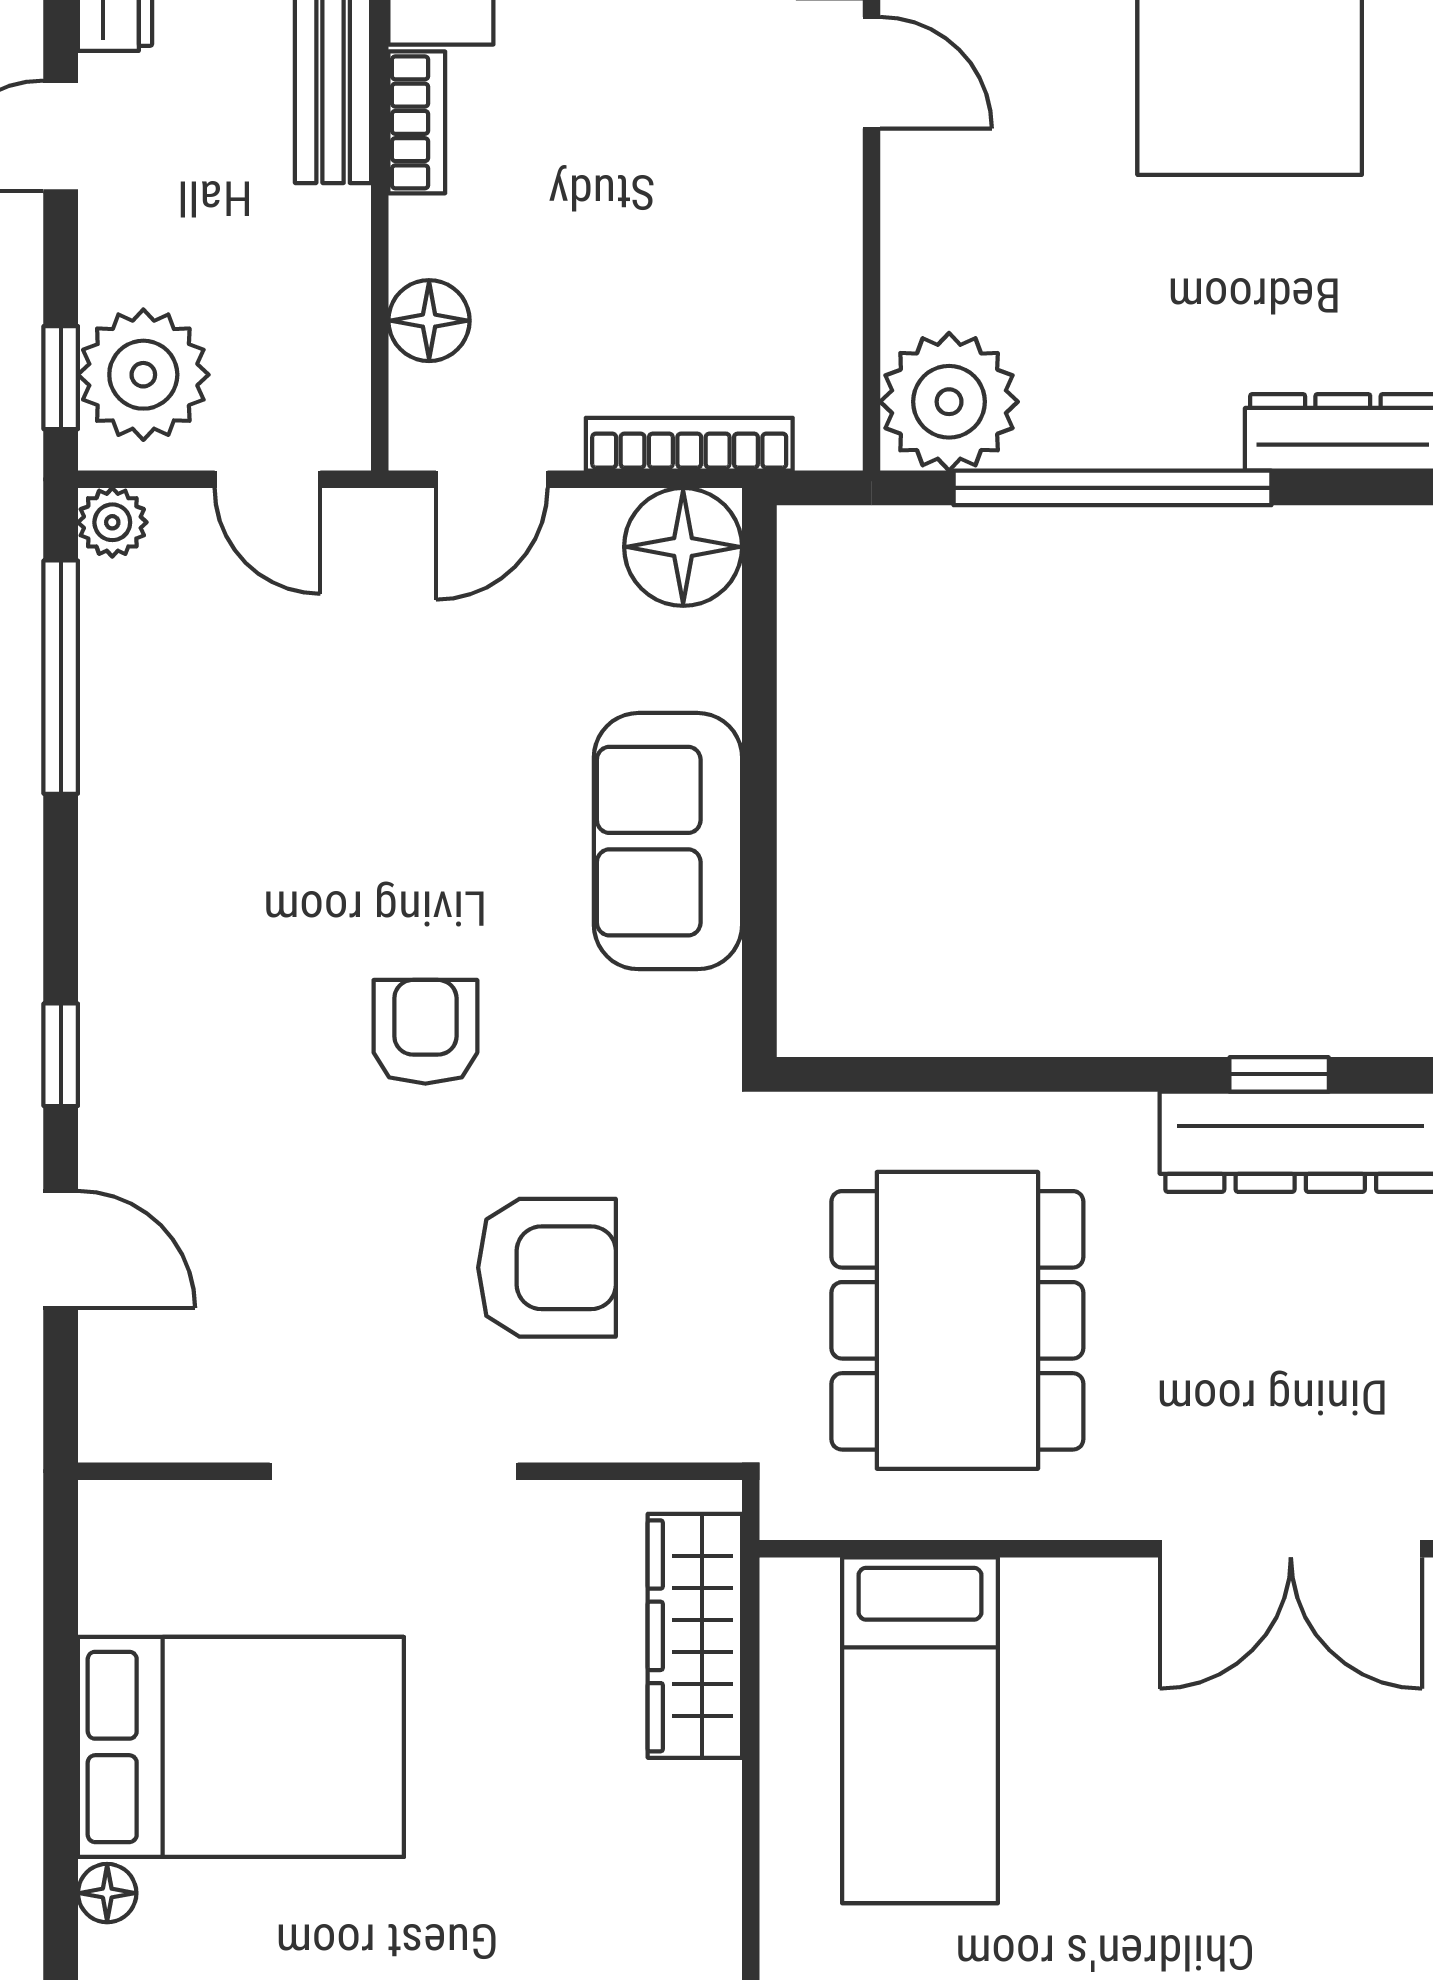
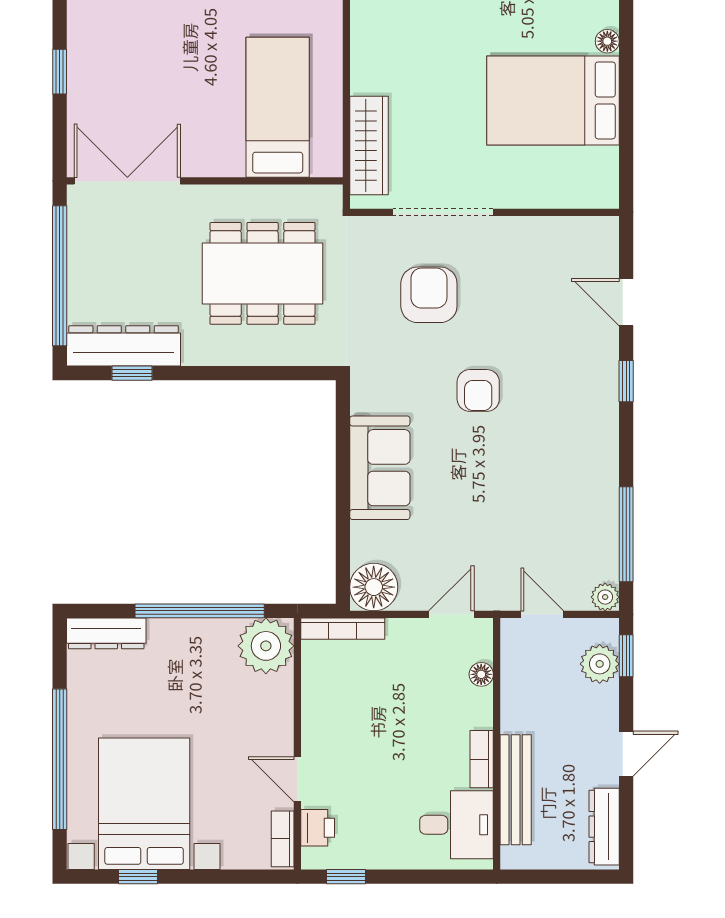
floor lamp: (429, 321) -> (481, 674), width x0.73, depth x0.73
plant: (143, 375) -> (600, 664), width x0.73, depth x0.73
bookcase: (689, 444) -> (343, 629), moved
armchair: (547, 1268) -> (429, 295), turned 90
dining table: (957, 1320) -> (263, 273), turned 90
doorway: (394, 1471) -> (443, 212), moved

